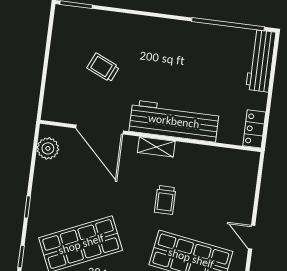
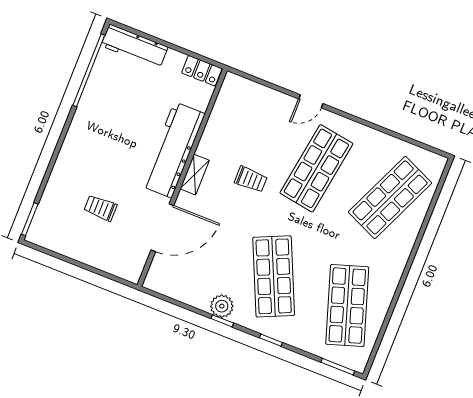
trolley: (103, 67) -> (100, 208), turned 66
plant: (48, 148) -> (222, 306), moved

